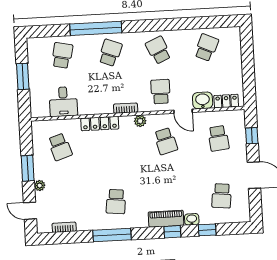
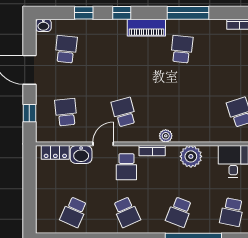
plant: (102, 104) -> (191, 156), added
bookcase: (126, 108) -> (152, 151), moved
door: (183, 111) -> (103, 144), hinge flipped
plant: (140, 121) -> (166, 136), moved
locker: (100, 124) -> (195, 135), removed
piano: (166, 219) -> (146, 28), moved
washbasin: (192, 219) -> (43, 25), moved

